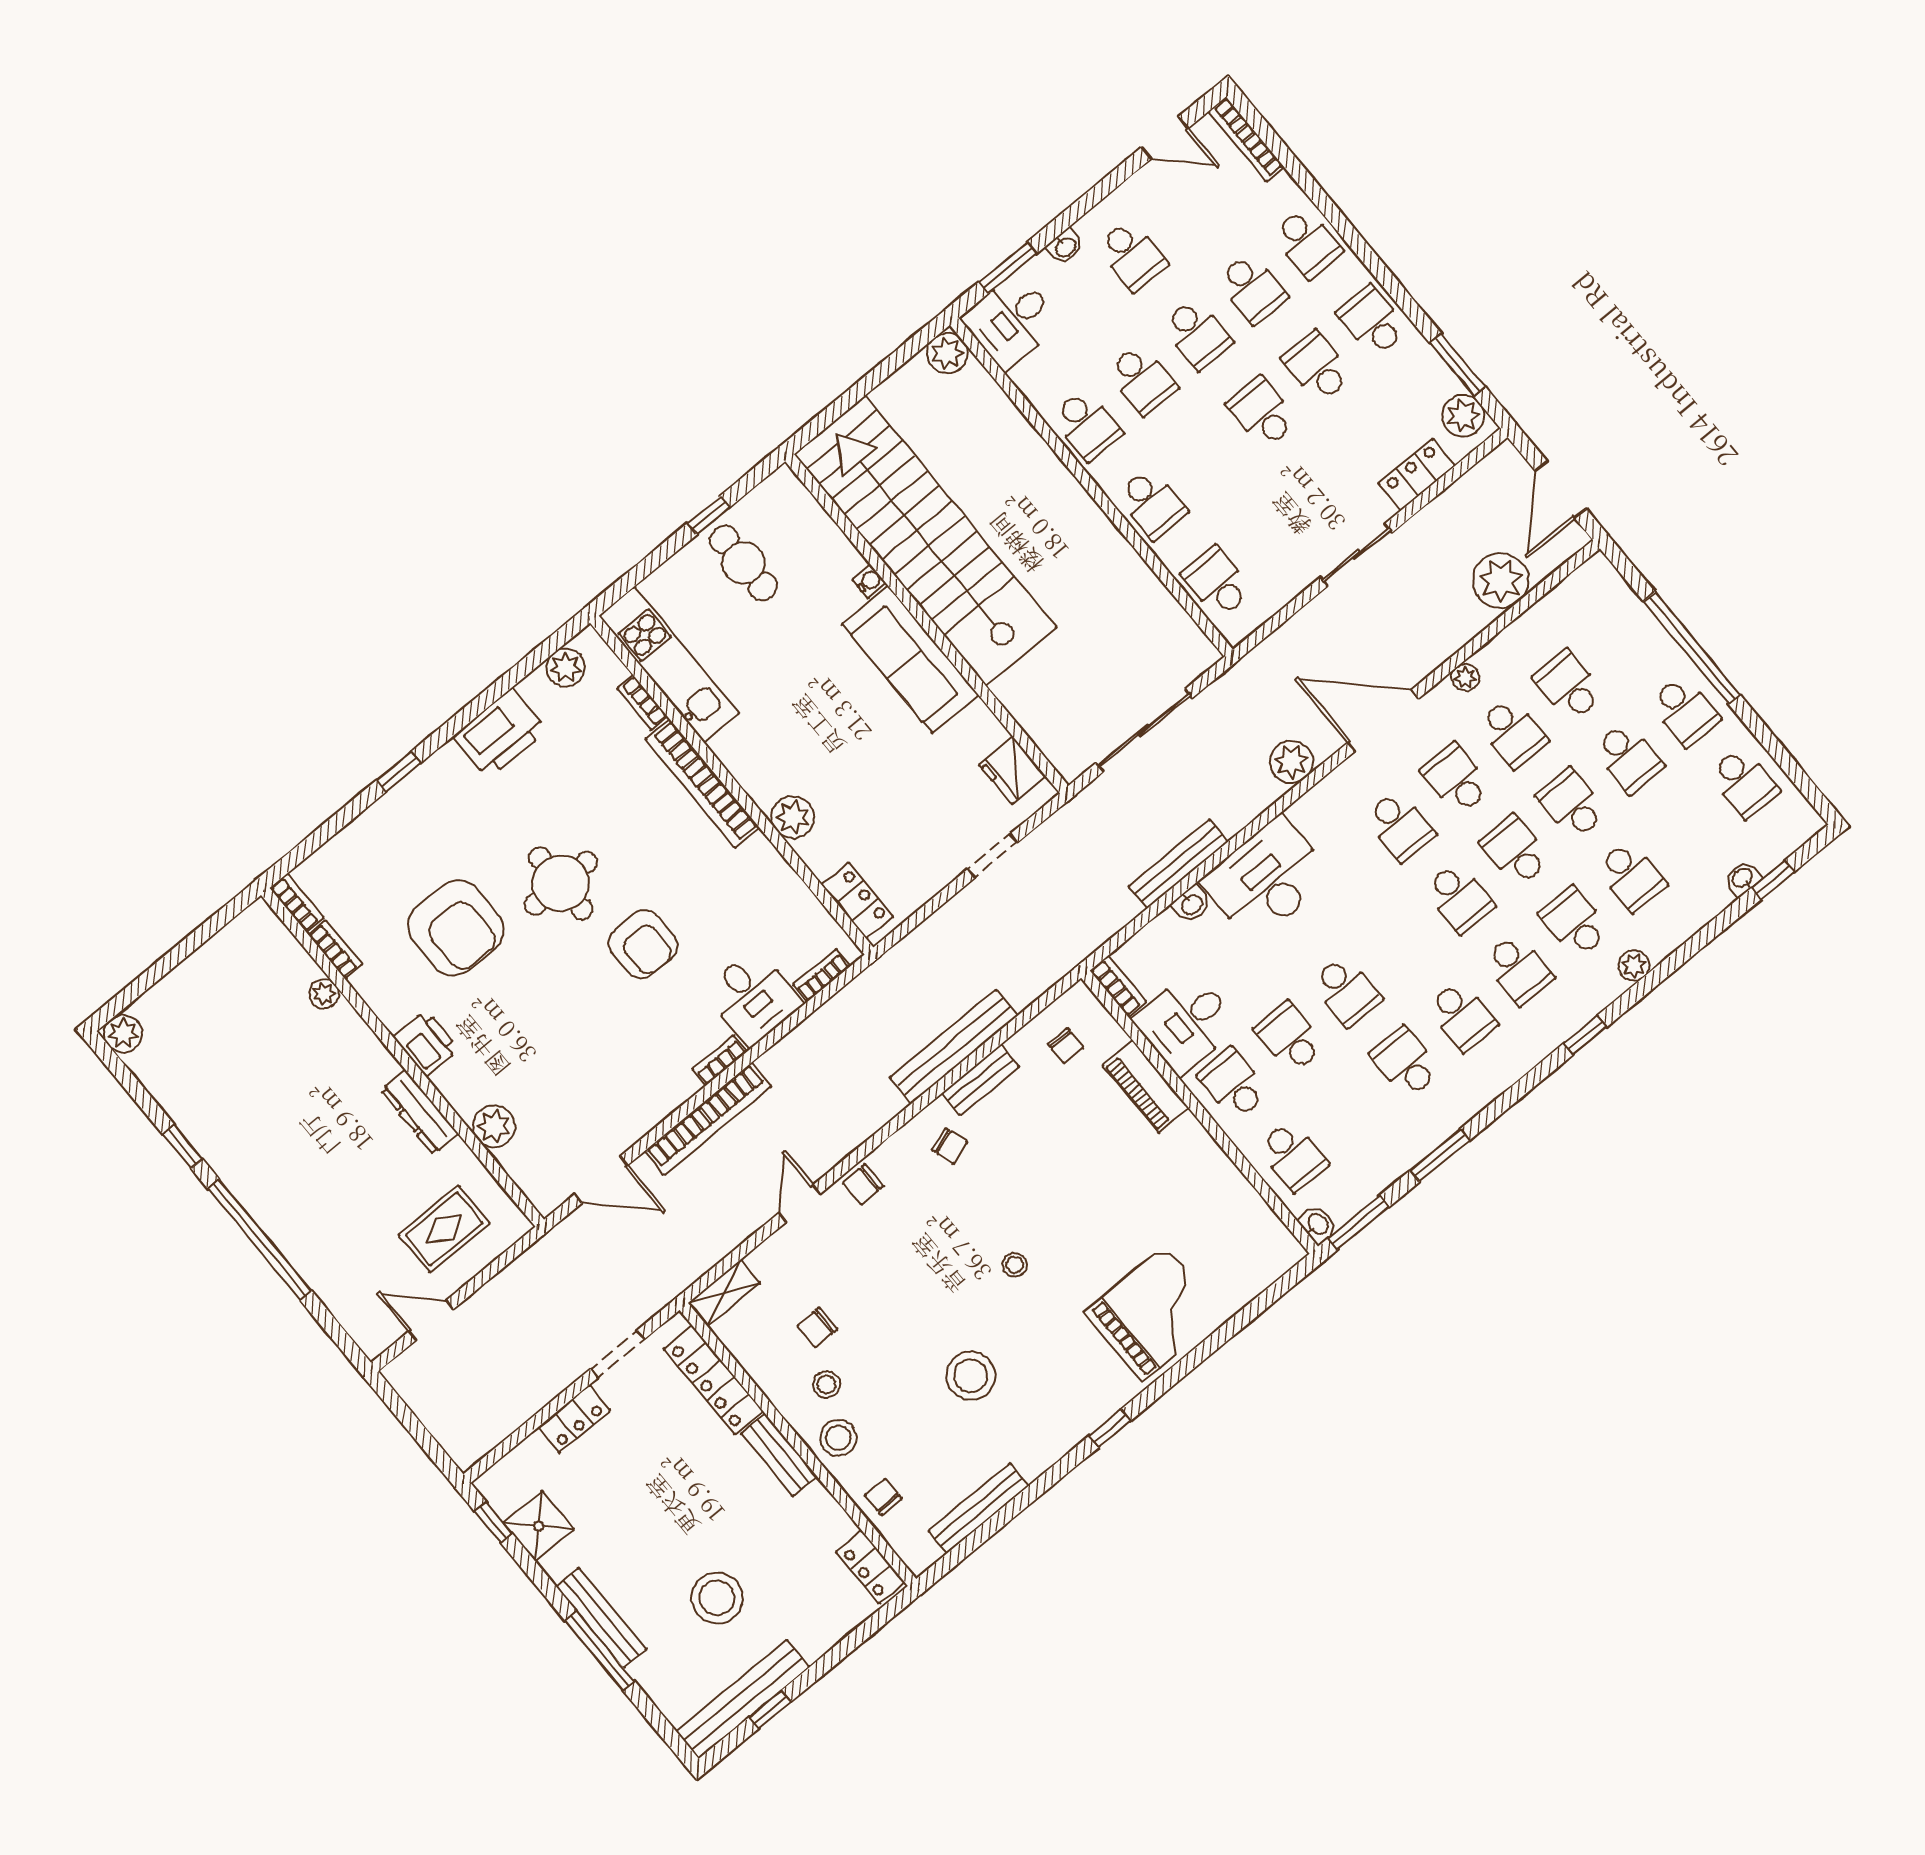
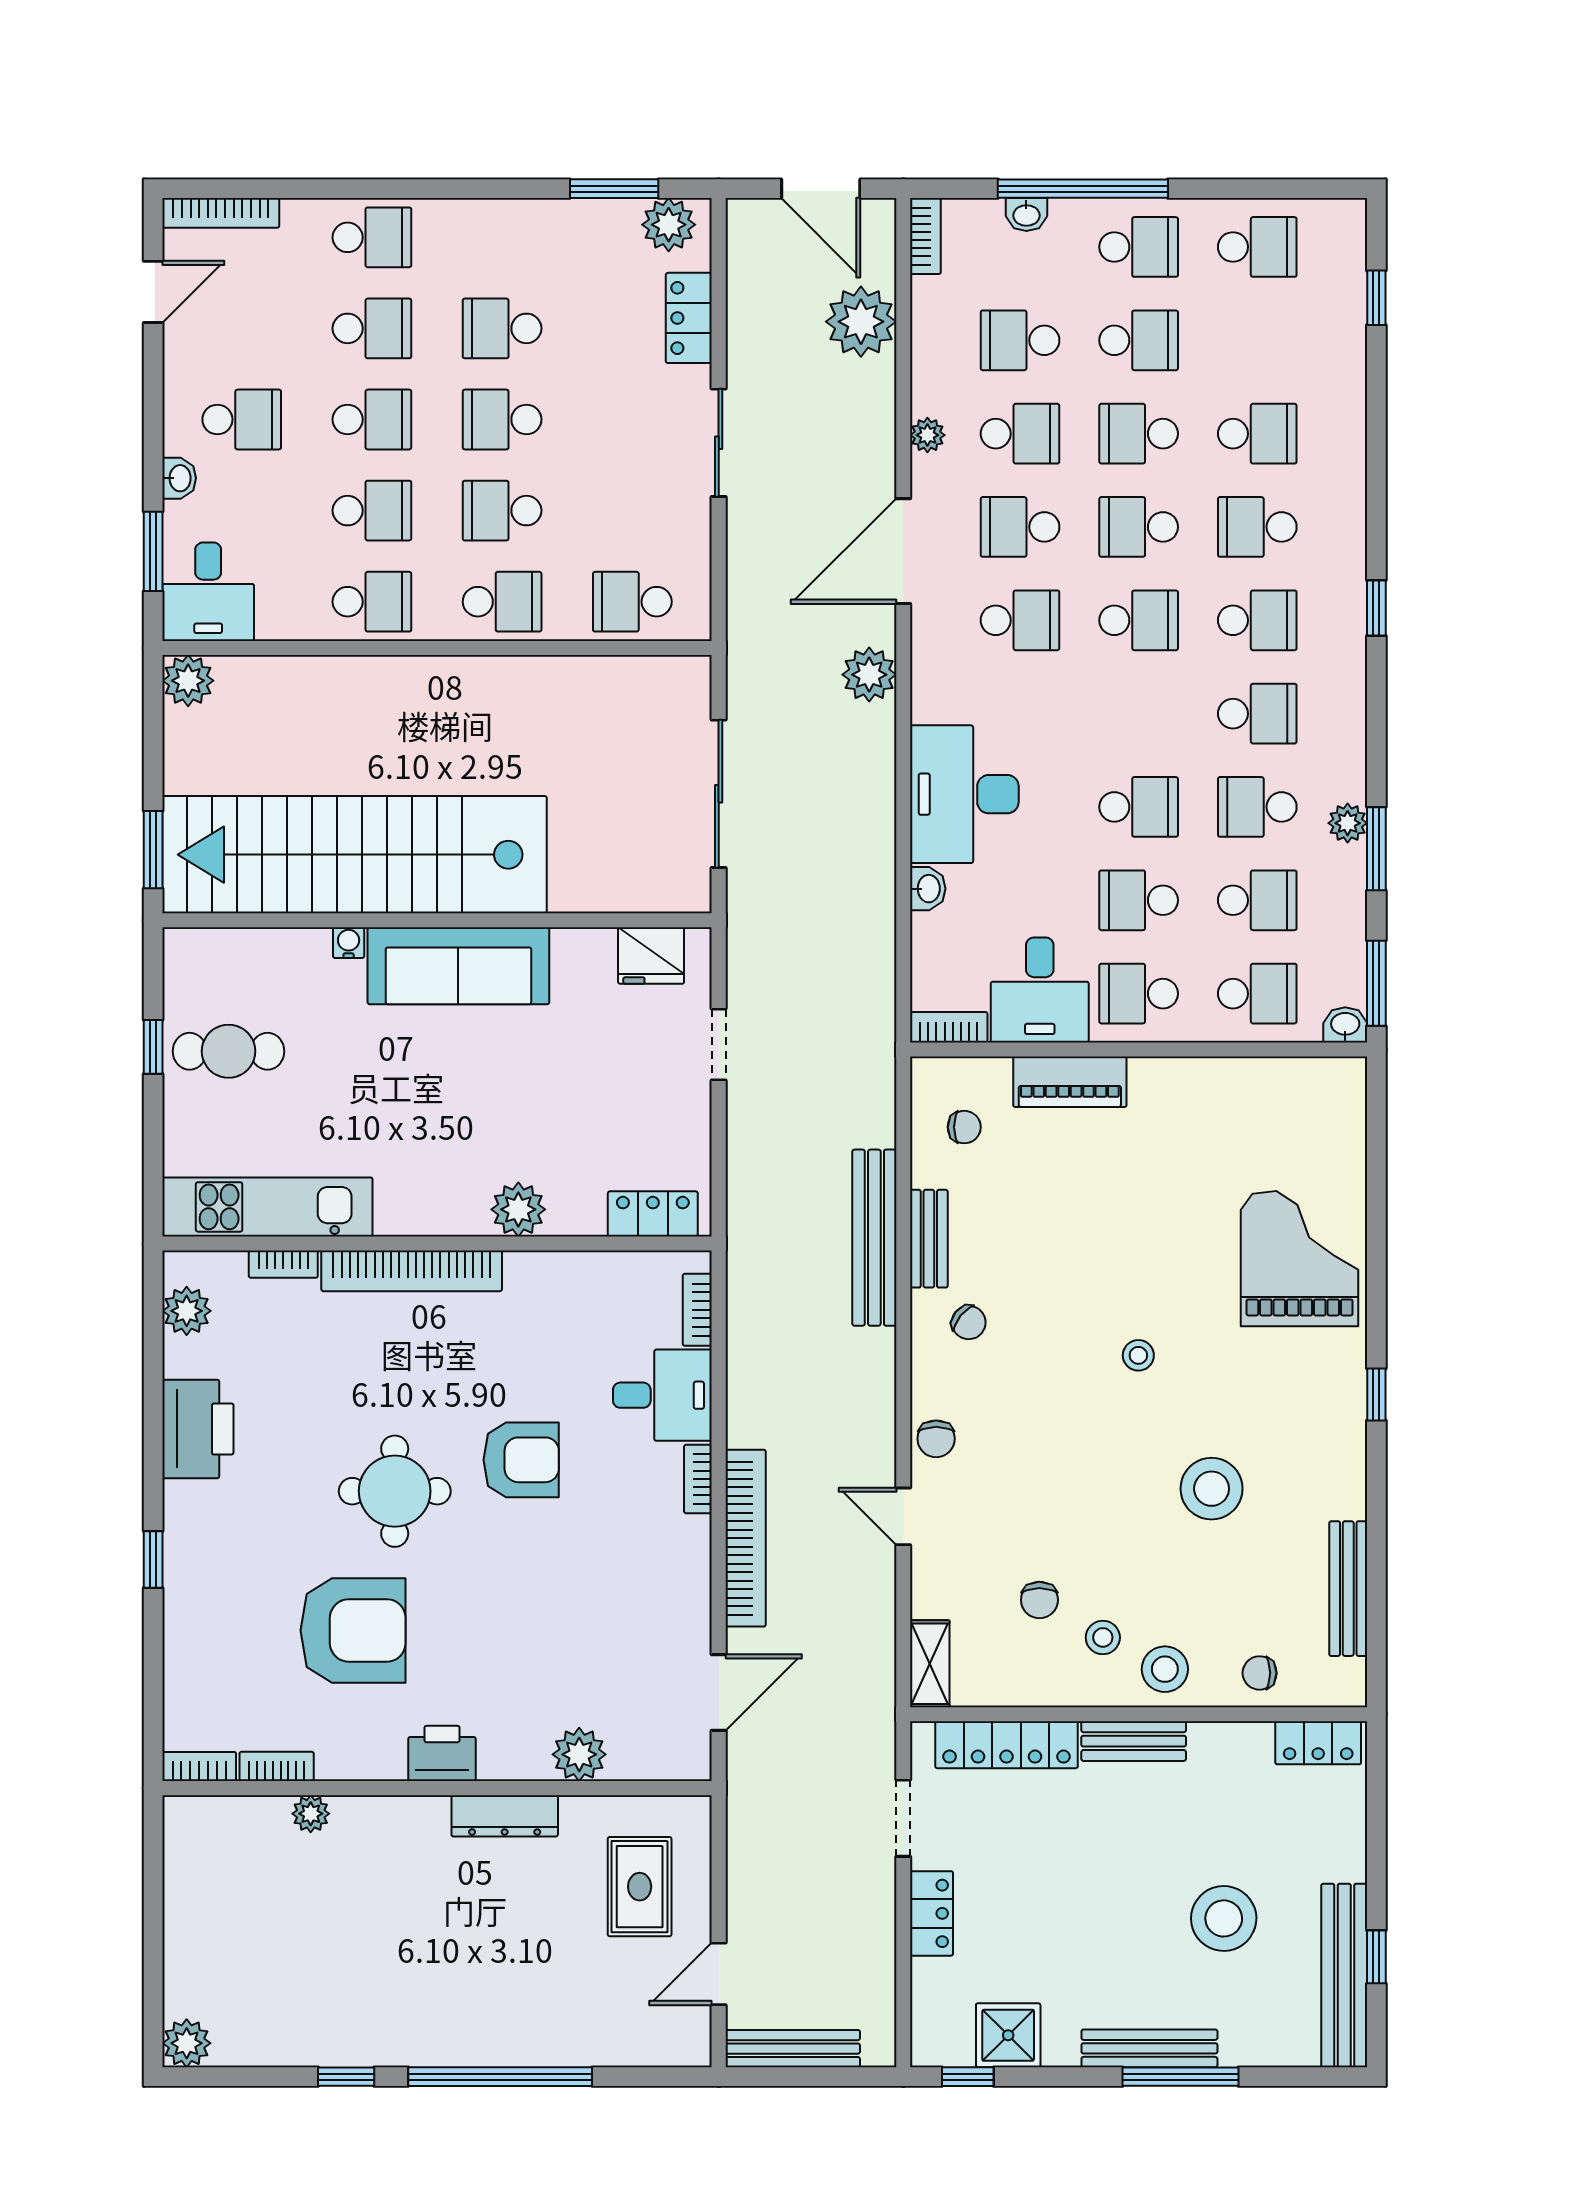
school desk: (1372, 321) -> (502, 511), moved
window: (828, 417) -> (153, 850), added
bookcase: (1585, 577) -> (925, 236), added
bench: (1178, 864) -> (793, 2049), moved, turned 90
washbasin: (1743, 878) -> (1026, 215), moved, turned -90
plant: (1634, 966) -> (1348, 823), moved
school desk: (1349, 1109) -> (1257, 900), added
chair: (950, 1146) -> (969, 1322), turned 57

